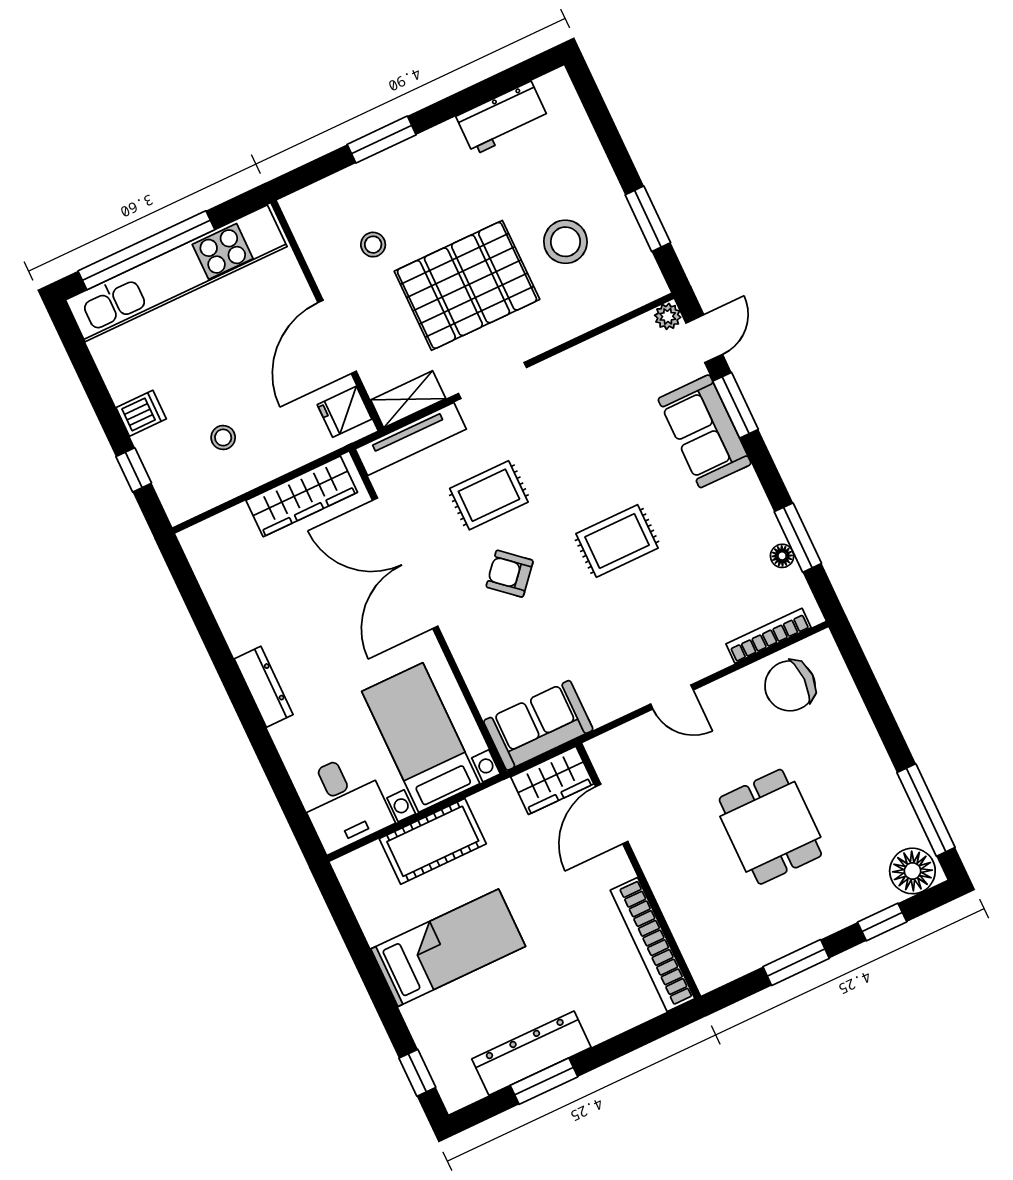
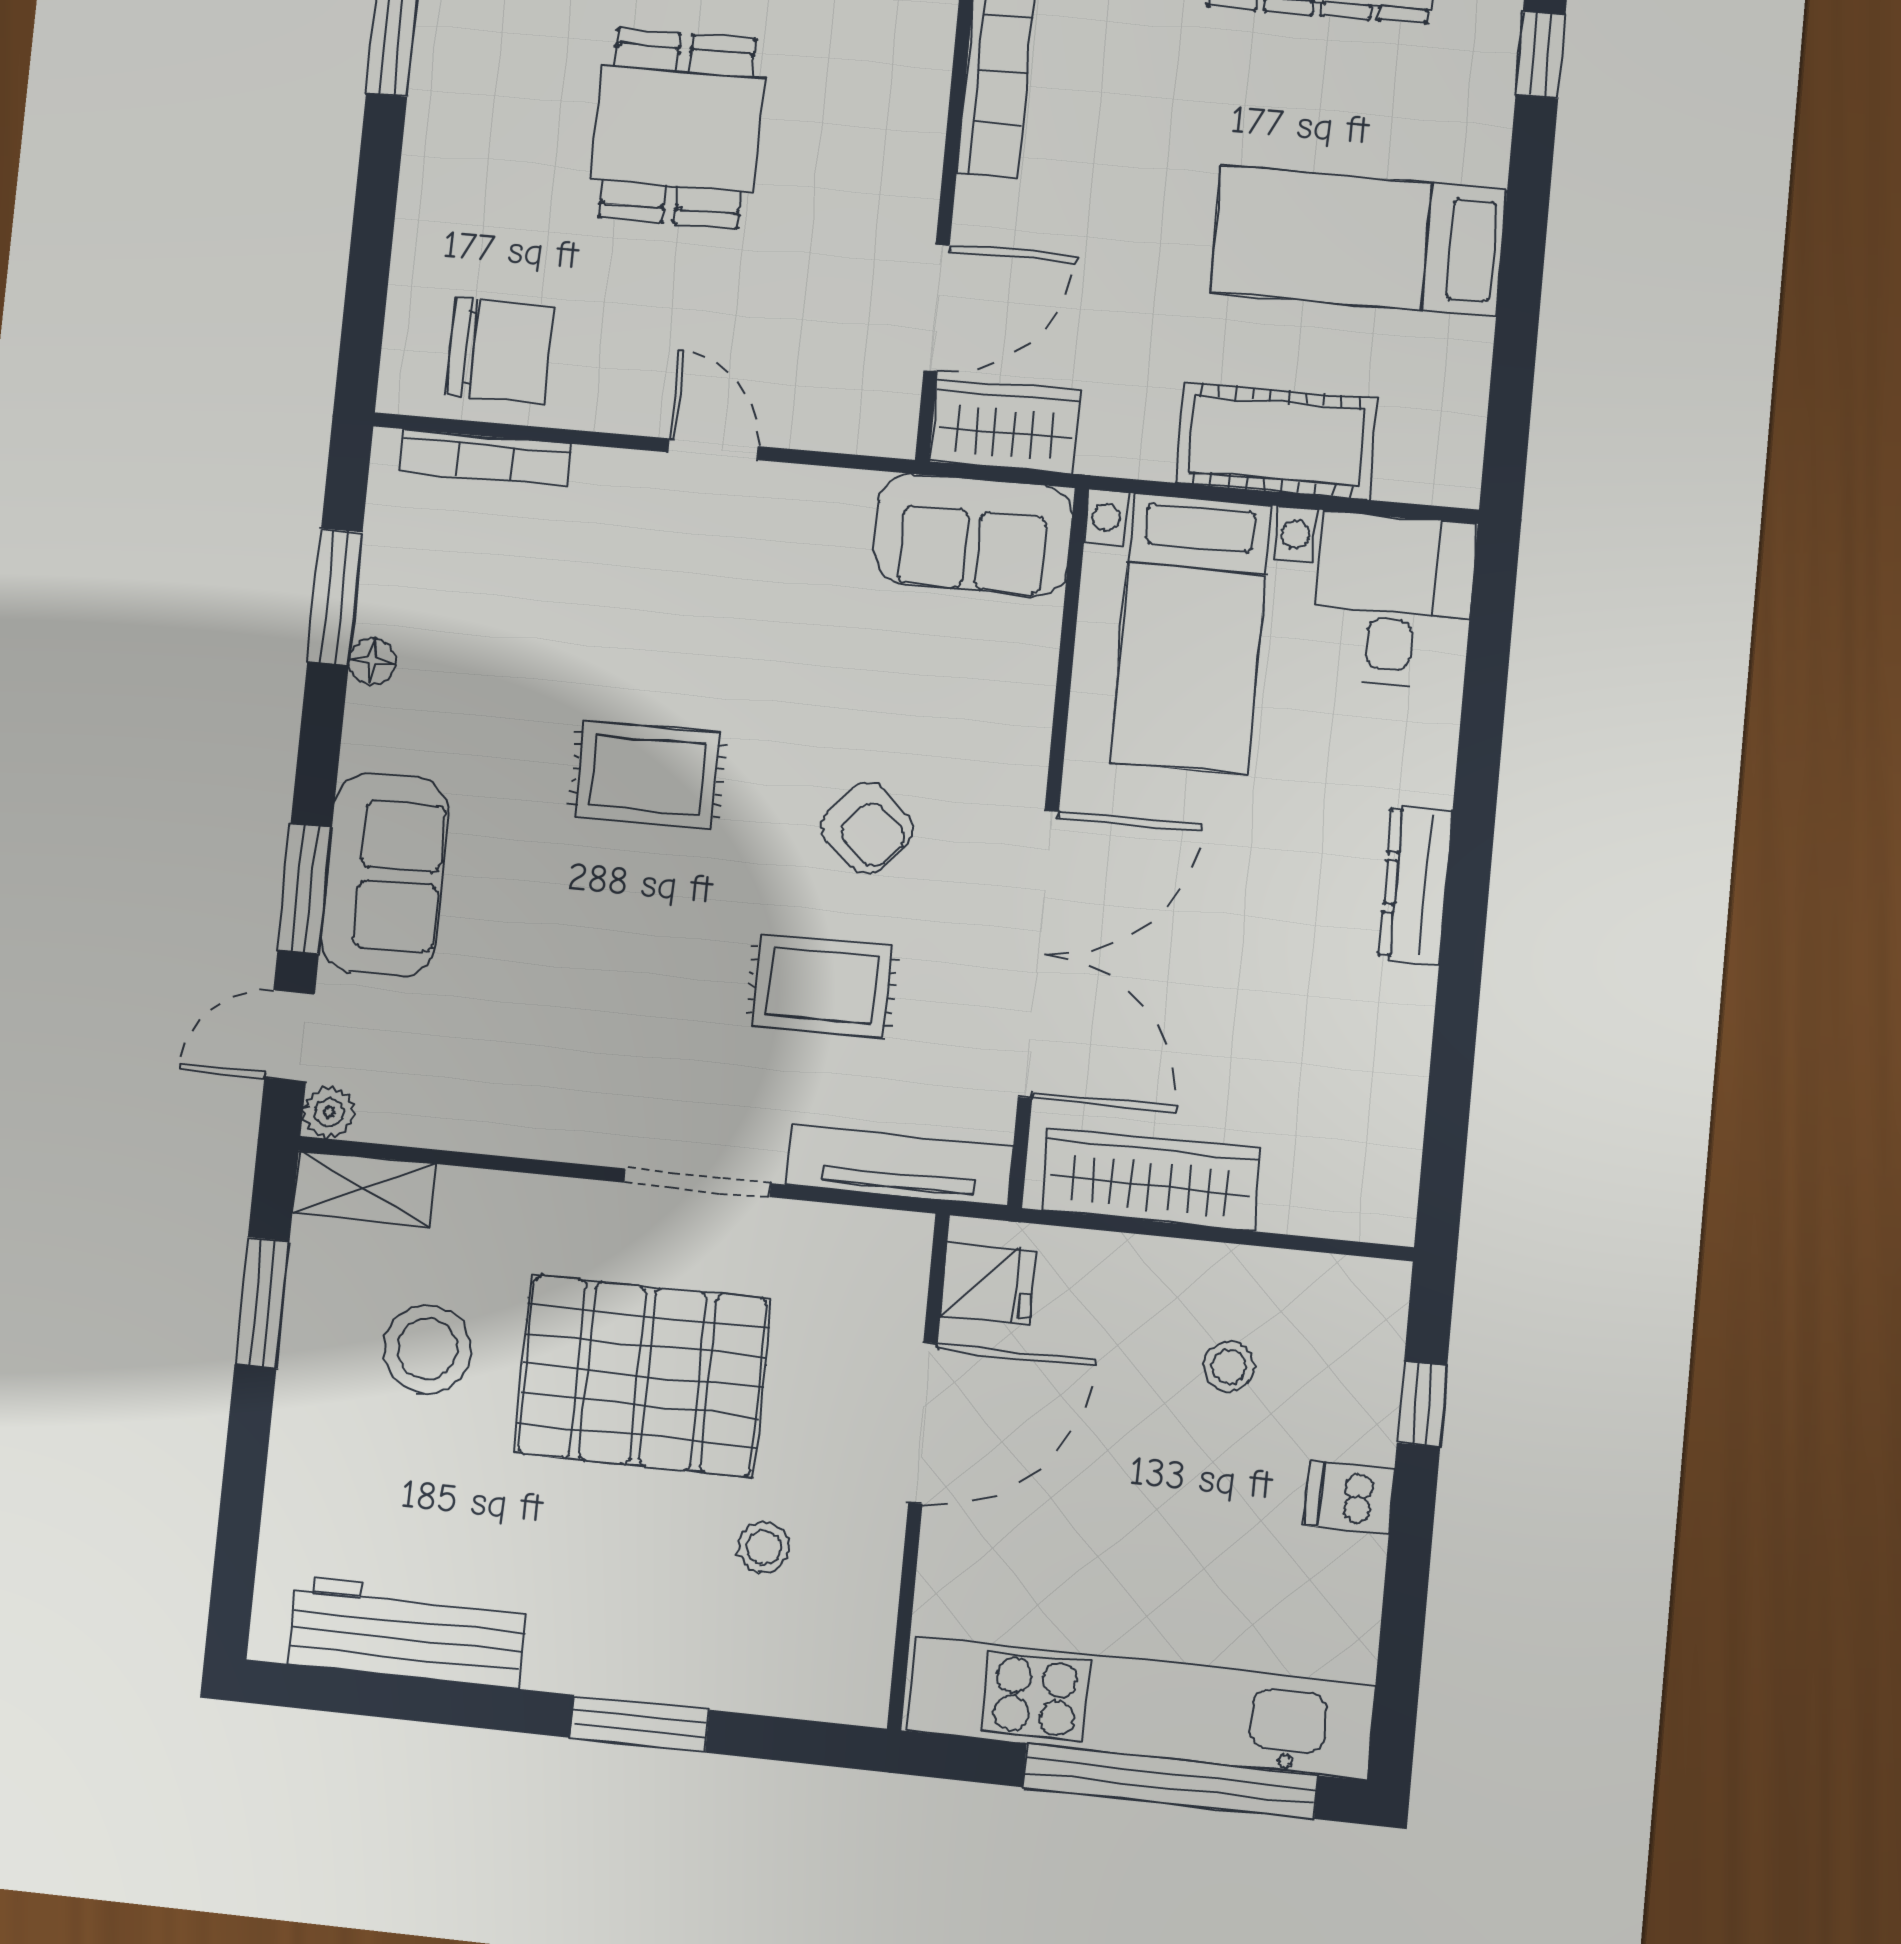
workbench: (502, 118) -> (407, 1632), width x1.38
shelving: (408, 399) -> (364, 1188), moved
floor lamp: (782, 556) -> (372, 661), moved

